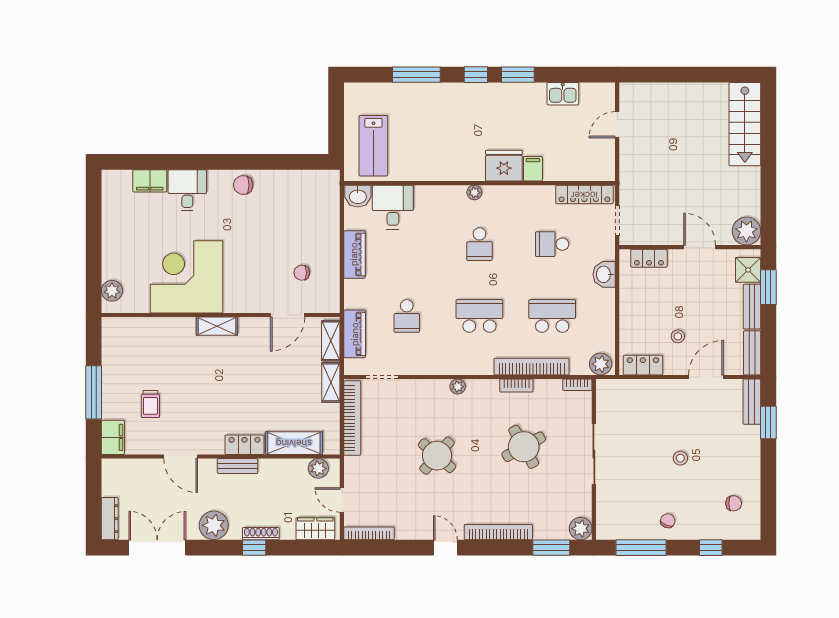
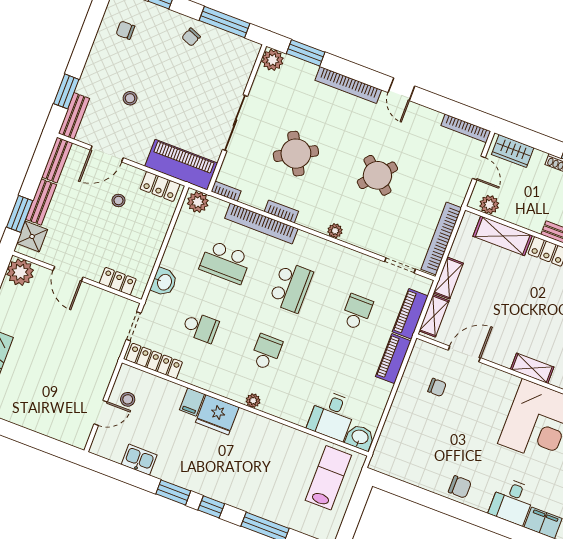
stool: (596, 148) -> (128, 399), added
piano: (354, 254) -> (393, 359), moved
school desk: (479, 316) -> (291, 287), turned -90
piano: (630, 394) -> (181, 165), added
stool: (680, 458) -> (130, 98), moved

